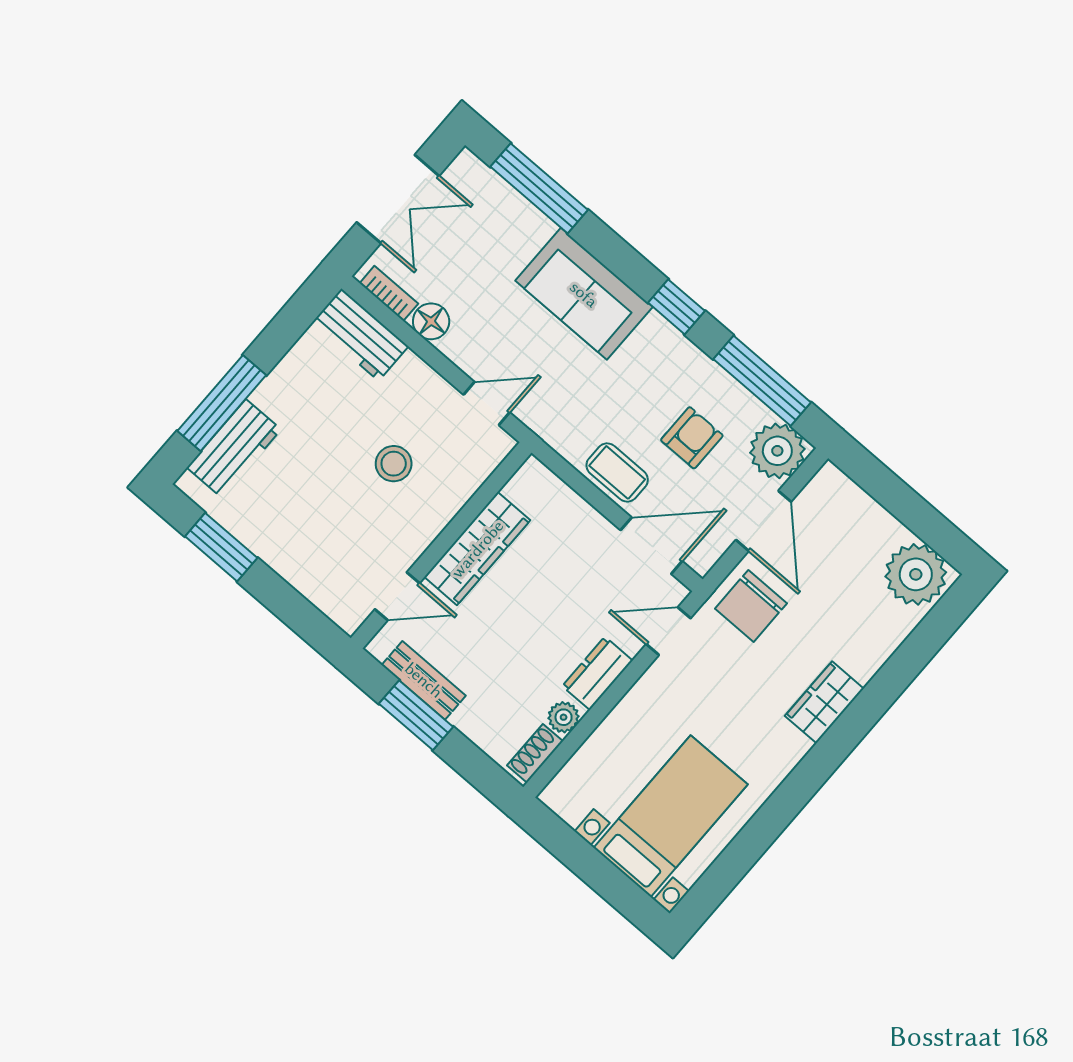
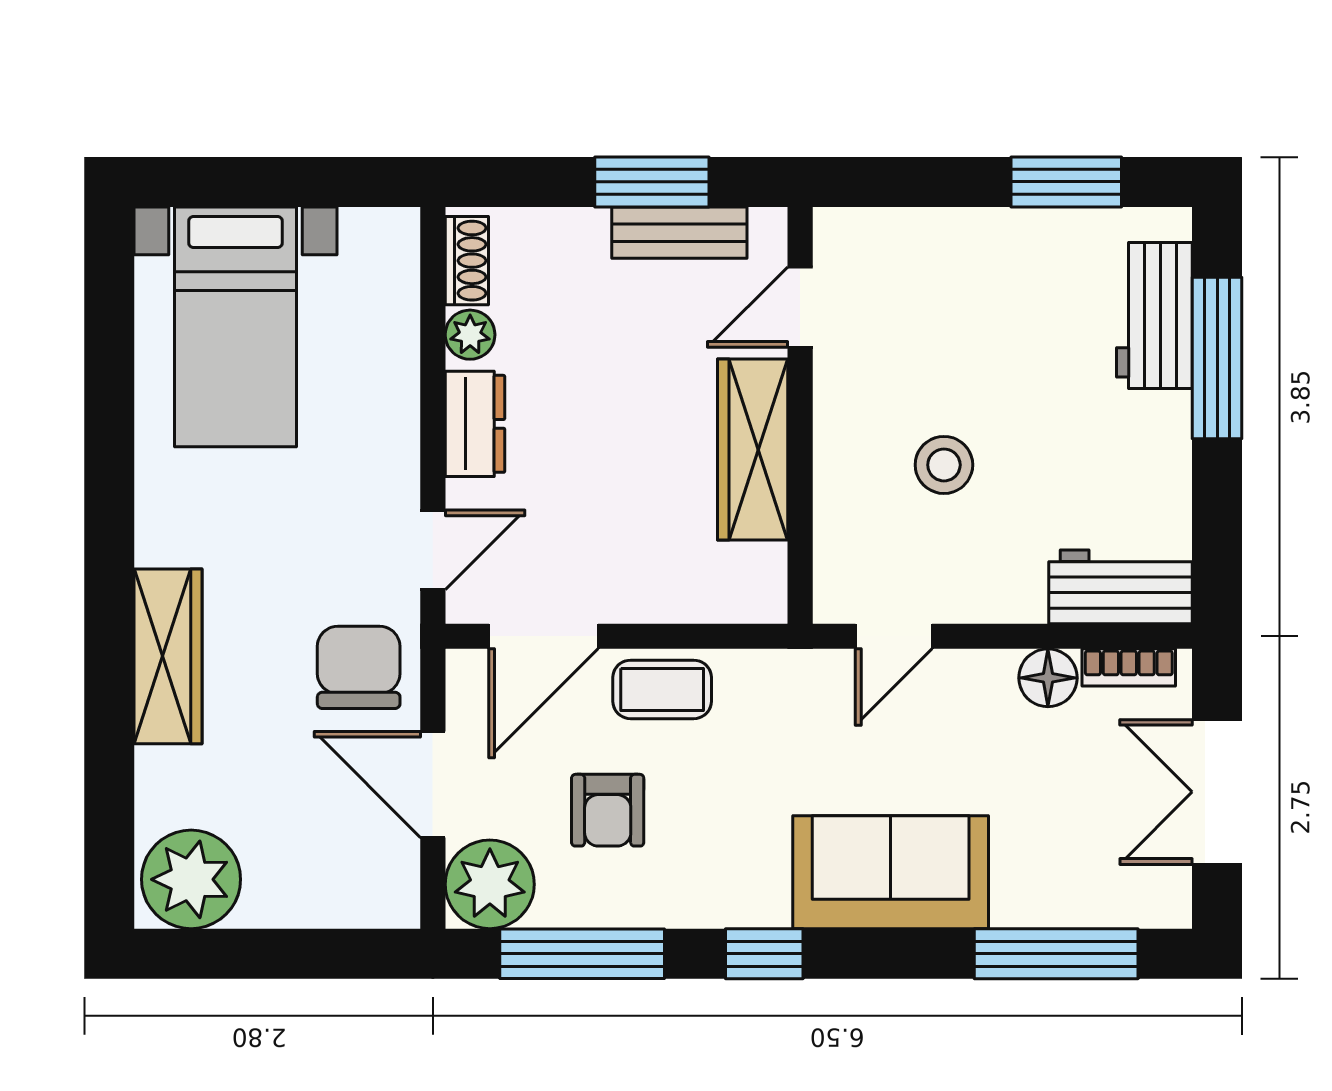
wardrobe: (824, 702) -> (168, 656), width x1.50

